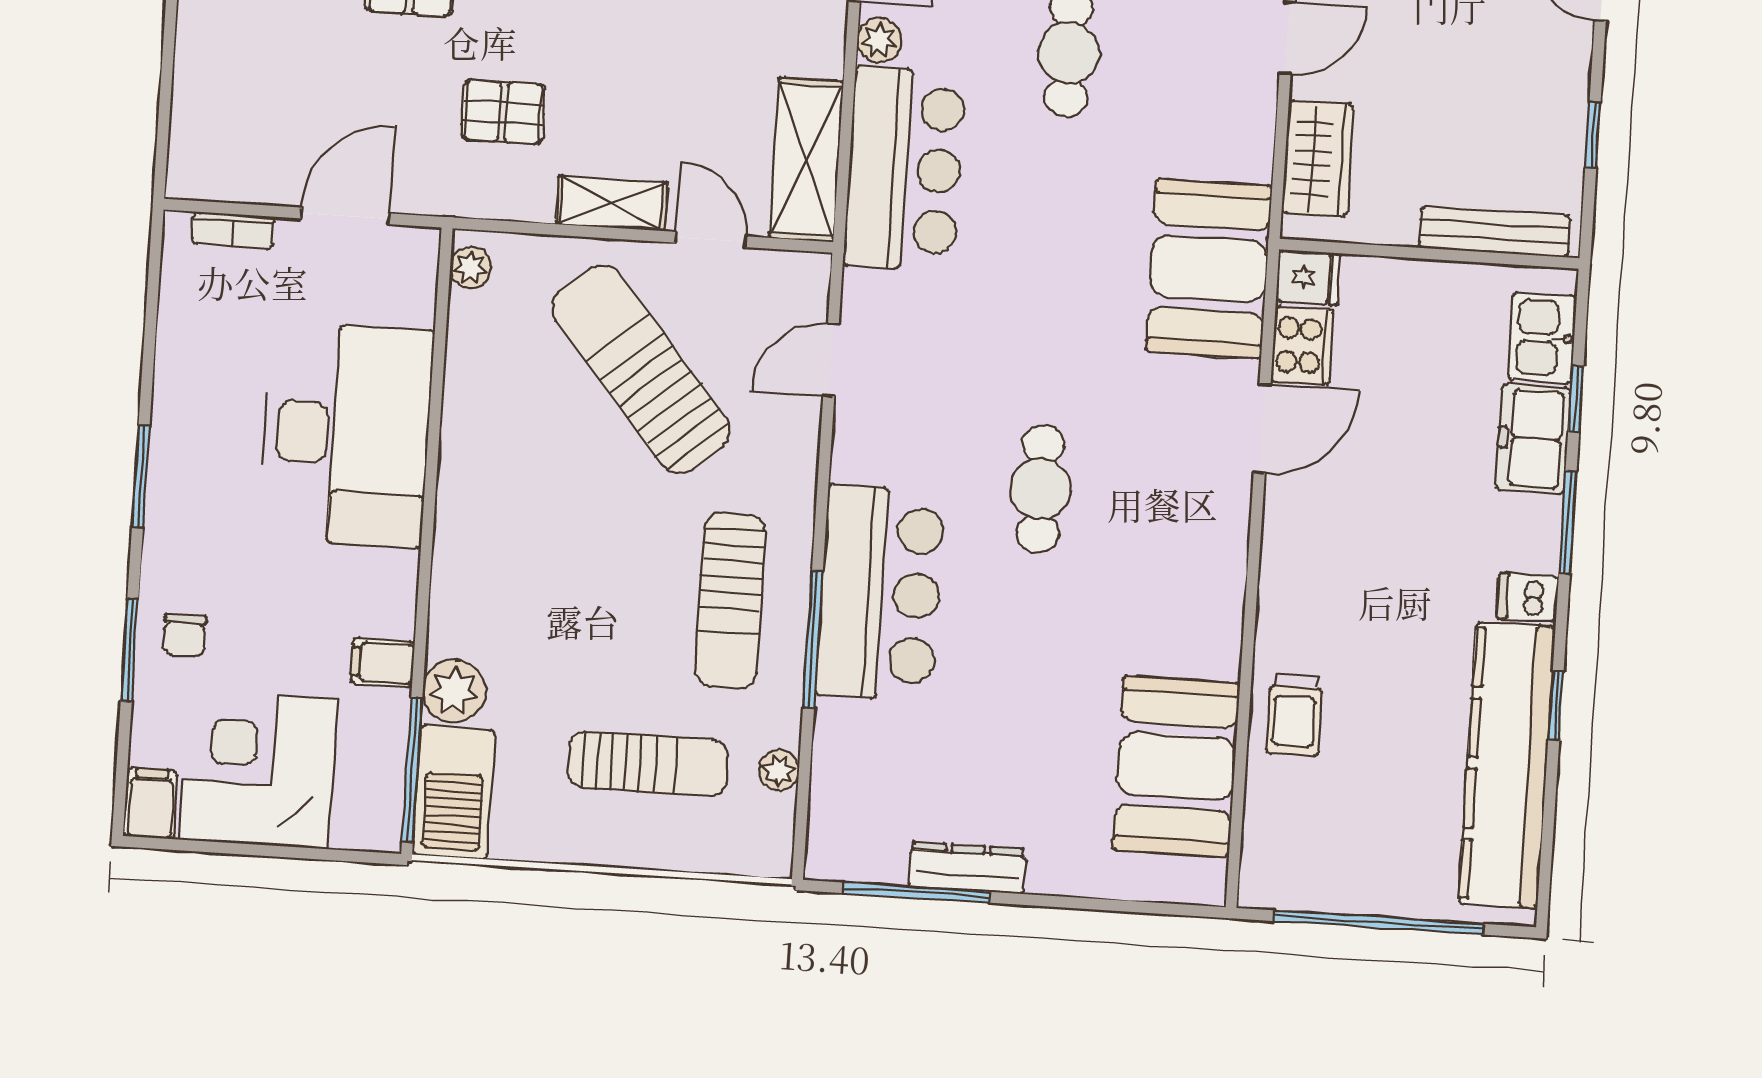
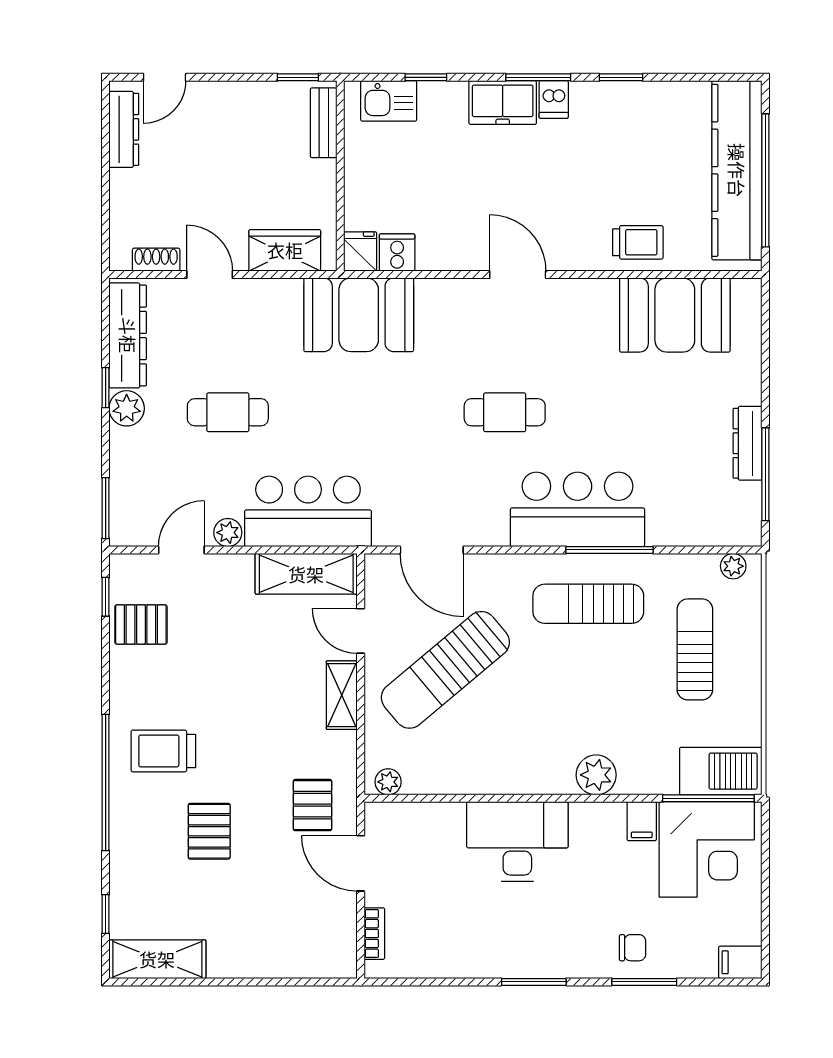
pallet: (503, 112) -> (312, 805), moved
window: (1593, 135) -> (298, 77), moved
bench: (1495, 232) -> (324, 123), width x0.73
door: (711, 240) -> (361, 631), hinge flipped
cooker: (1302, 346) -> (397, 252), width x0.73
door: (831, 360) -> (432, 550), width x1.37
door: (1262, 429) -> (518, 275), moved
desk: (346, 434) -> (517, 842), width x0.73, depth x0.77
freezer: (1533, 439) -> (503, 103), moved
window: (1568, 522) -> (538, 77), moved
sun lounger: (730, 601) -> (588, 604), turned 180
plant: (454, 691) -> (596, 775), moved
kitchen counter: (1507, 765) -> (737, 170), moved, turned 90
corner desk: (258, 769) -> (707, 849), moved, turned -90
plant: (779, 770) -> (733, 566), moved

